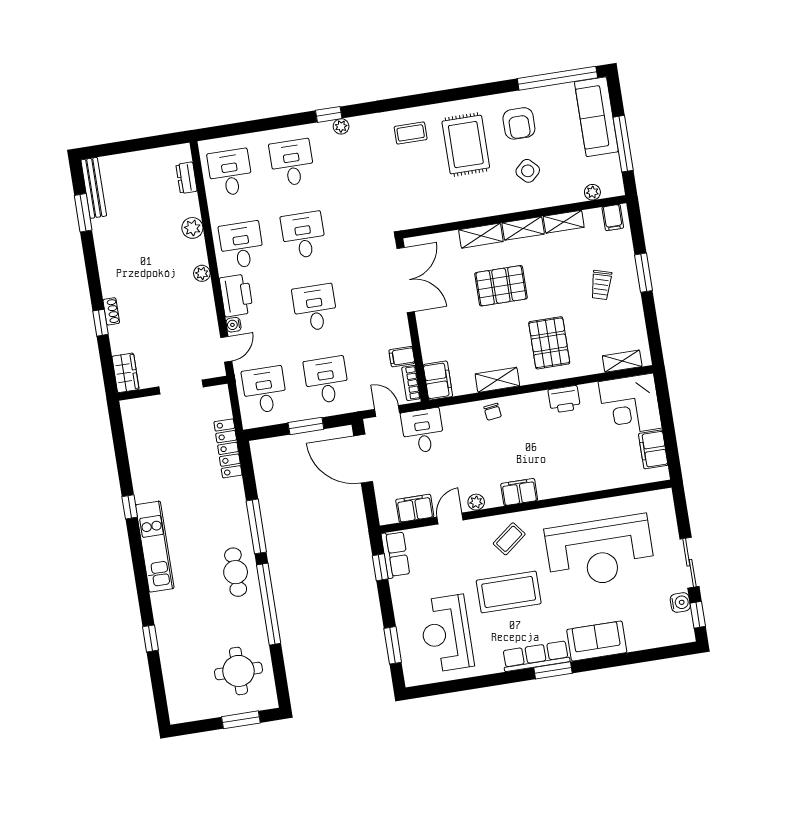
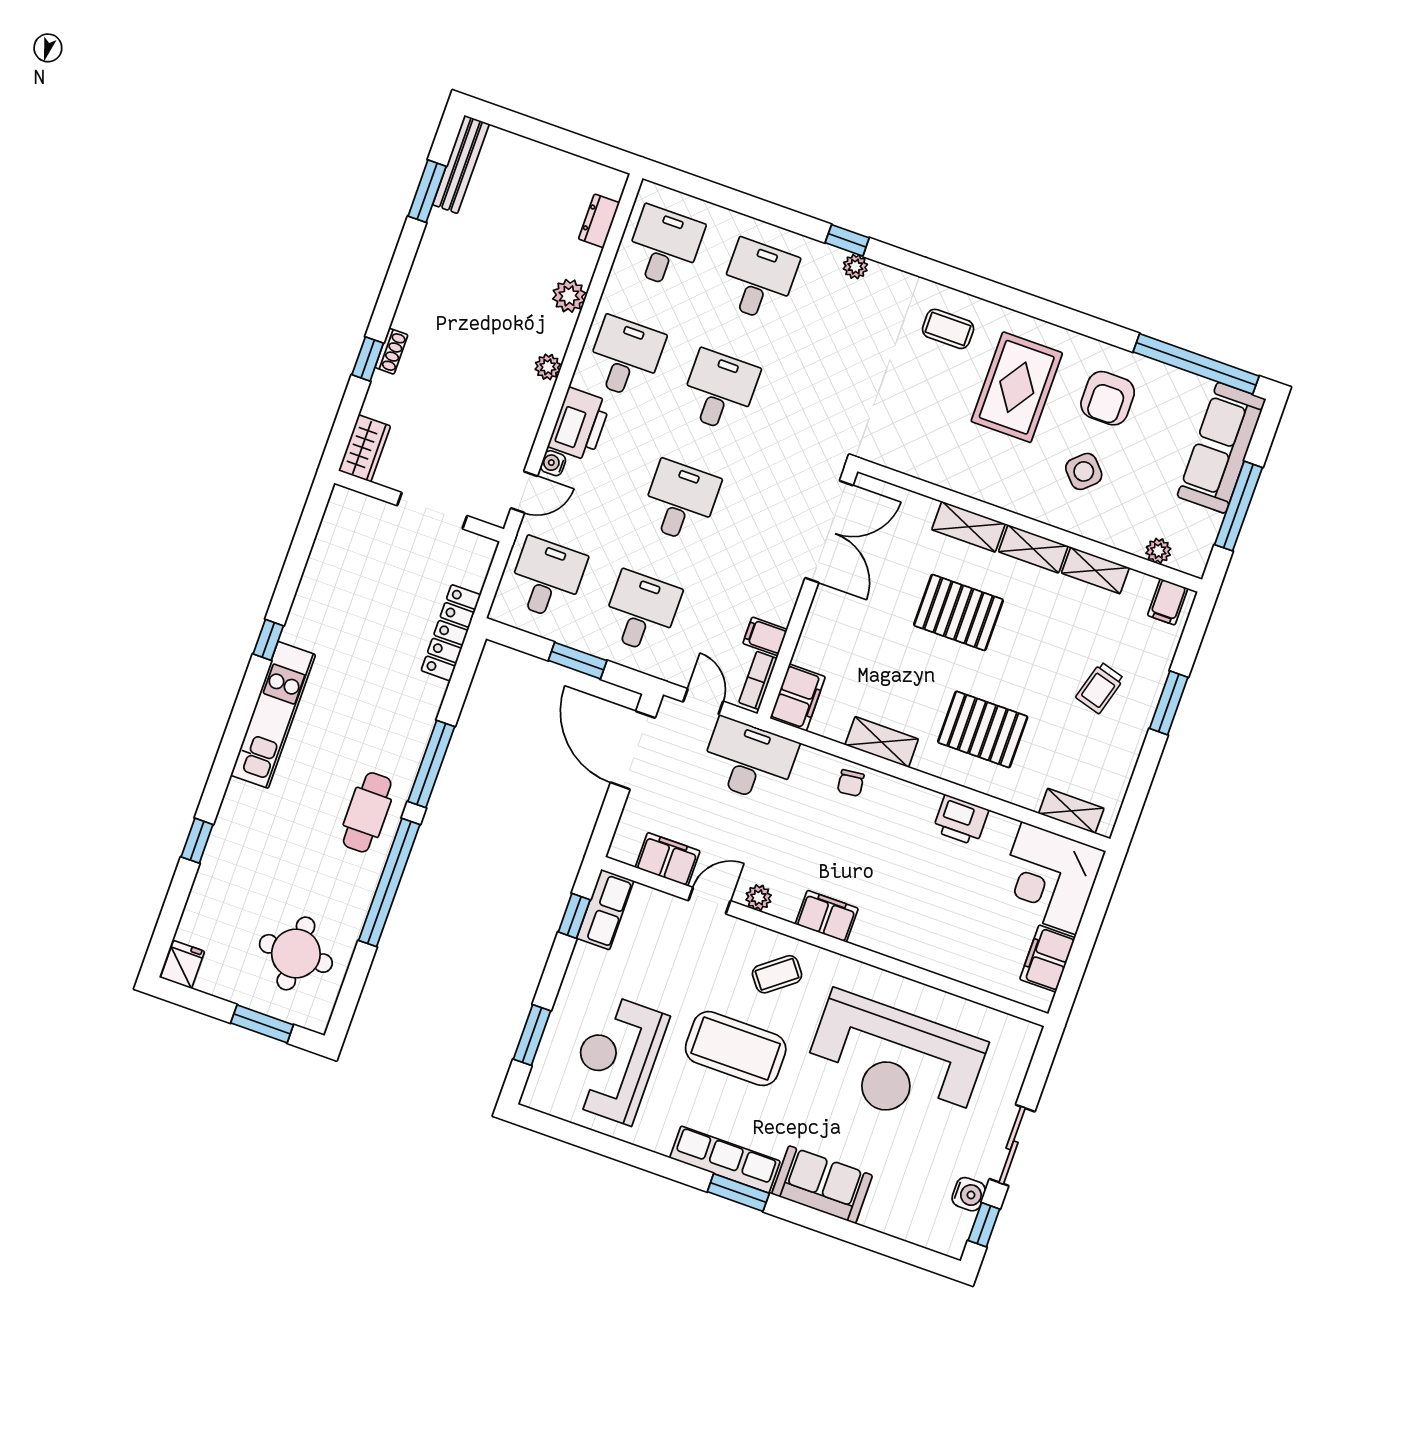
pallet: (549, 343) -> (983, 729), turned 90
desk: (423, 431) -> (749, 760), width x1.37
fridge: (179, 711) -> (182, 964), added

